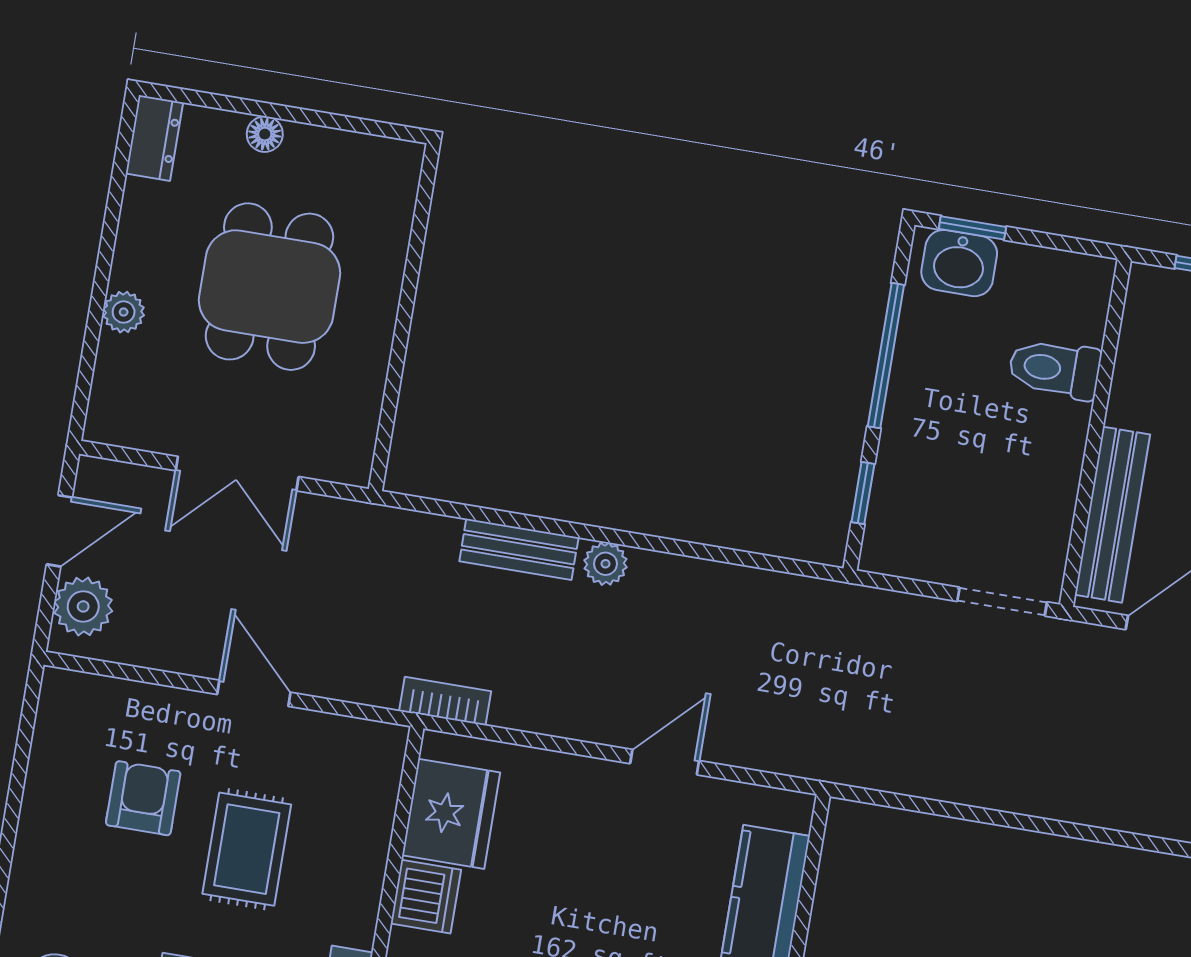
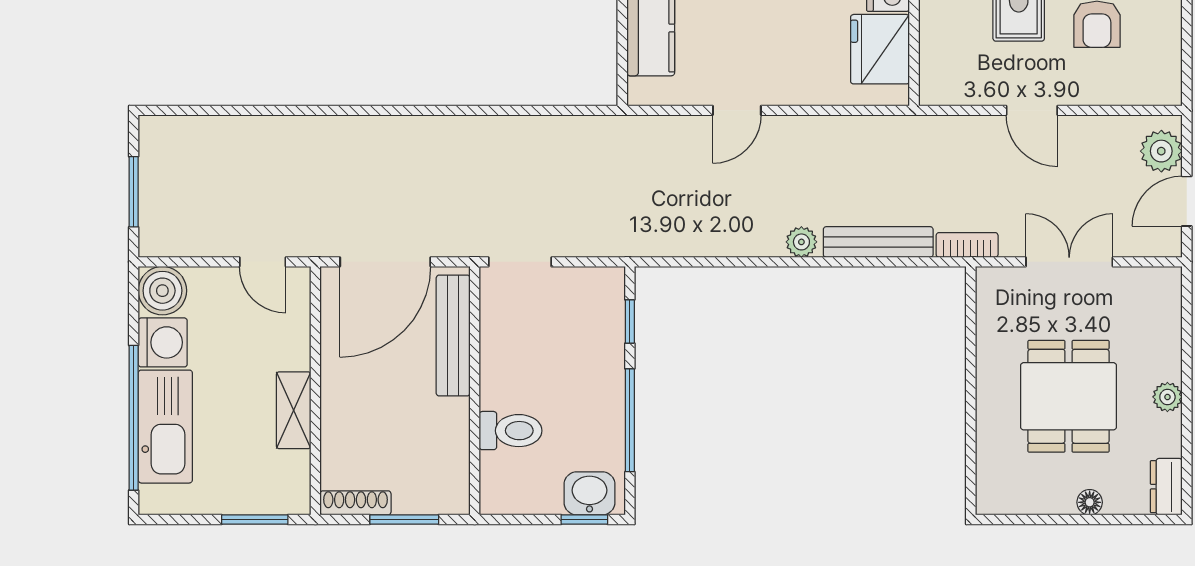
plant: (124, 312) -> (1167, 397), moved
bench: (519, 549) -> (878, 242), width x1.36
bookcase: (445, 701) -> (967, 245), moved, turned 180

